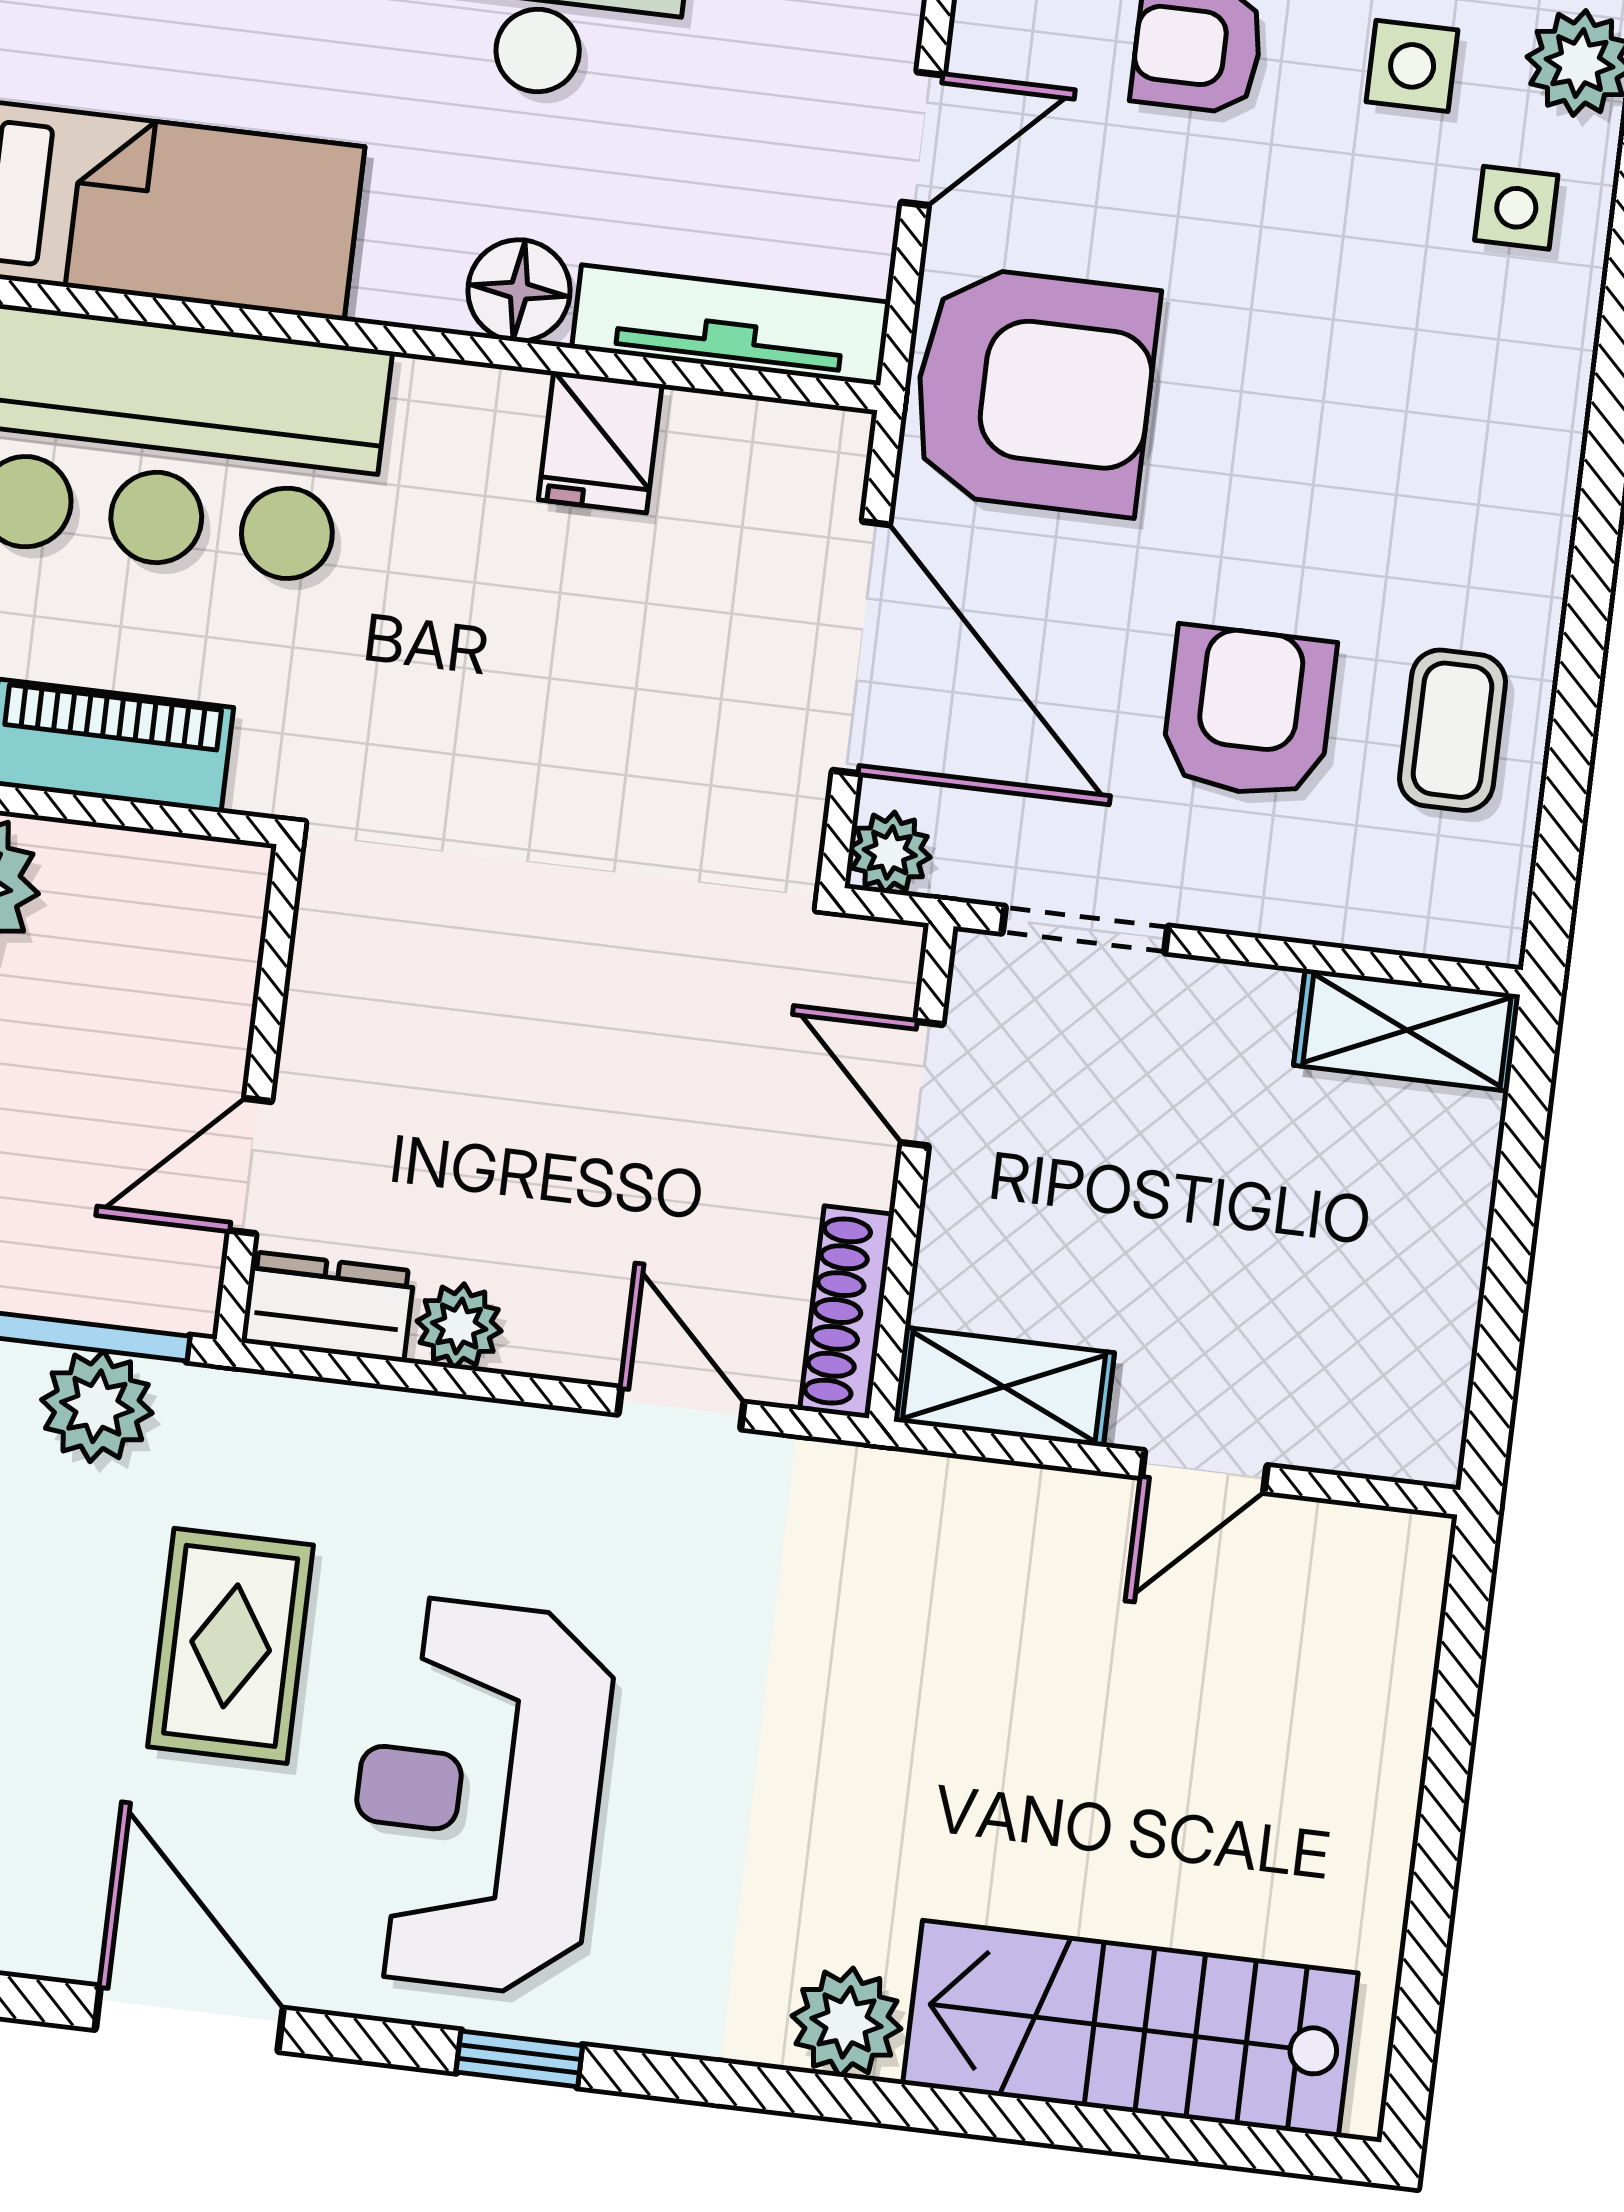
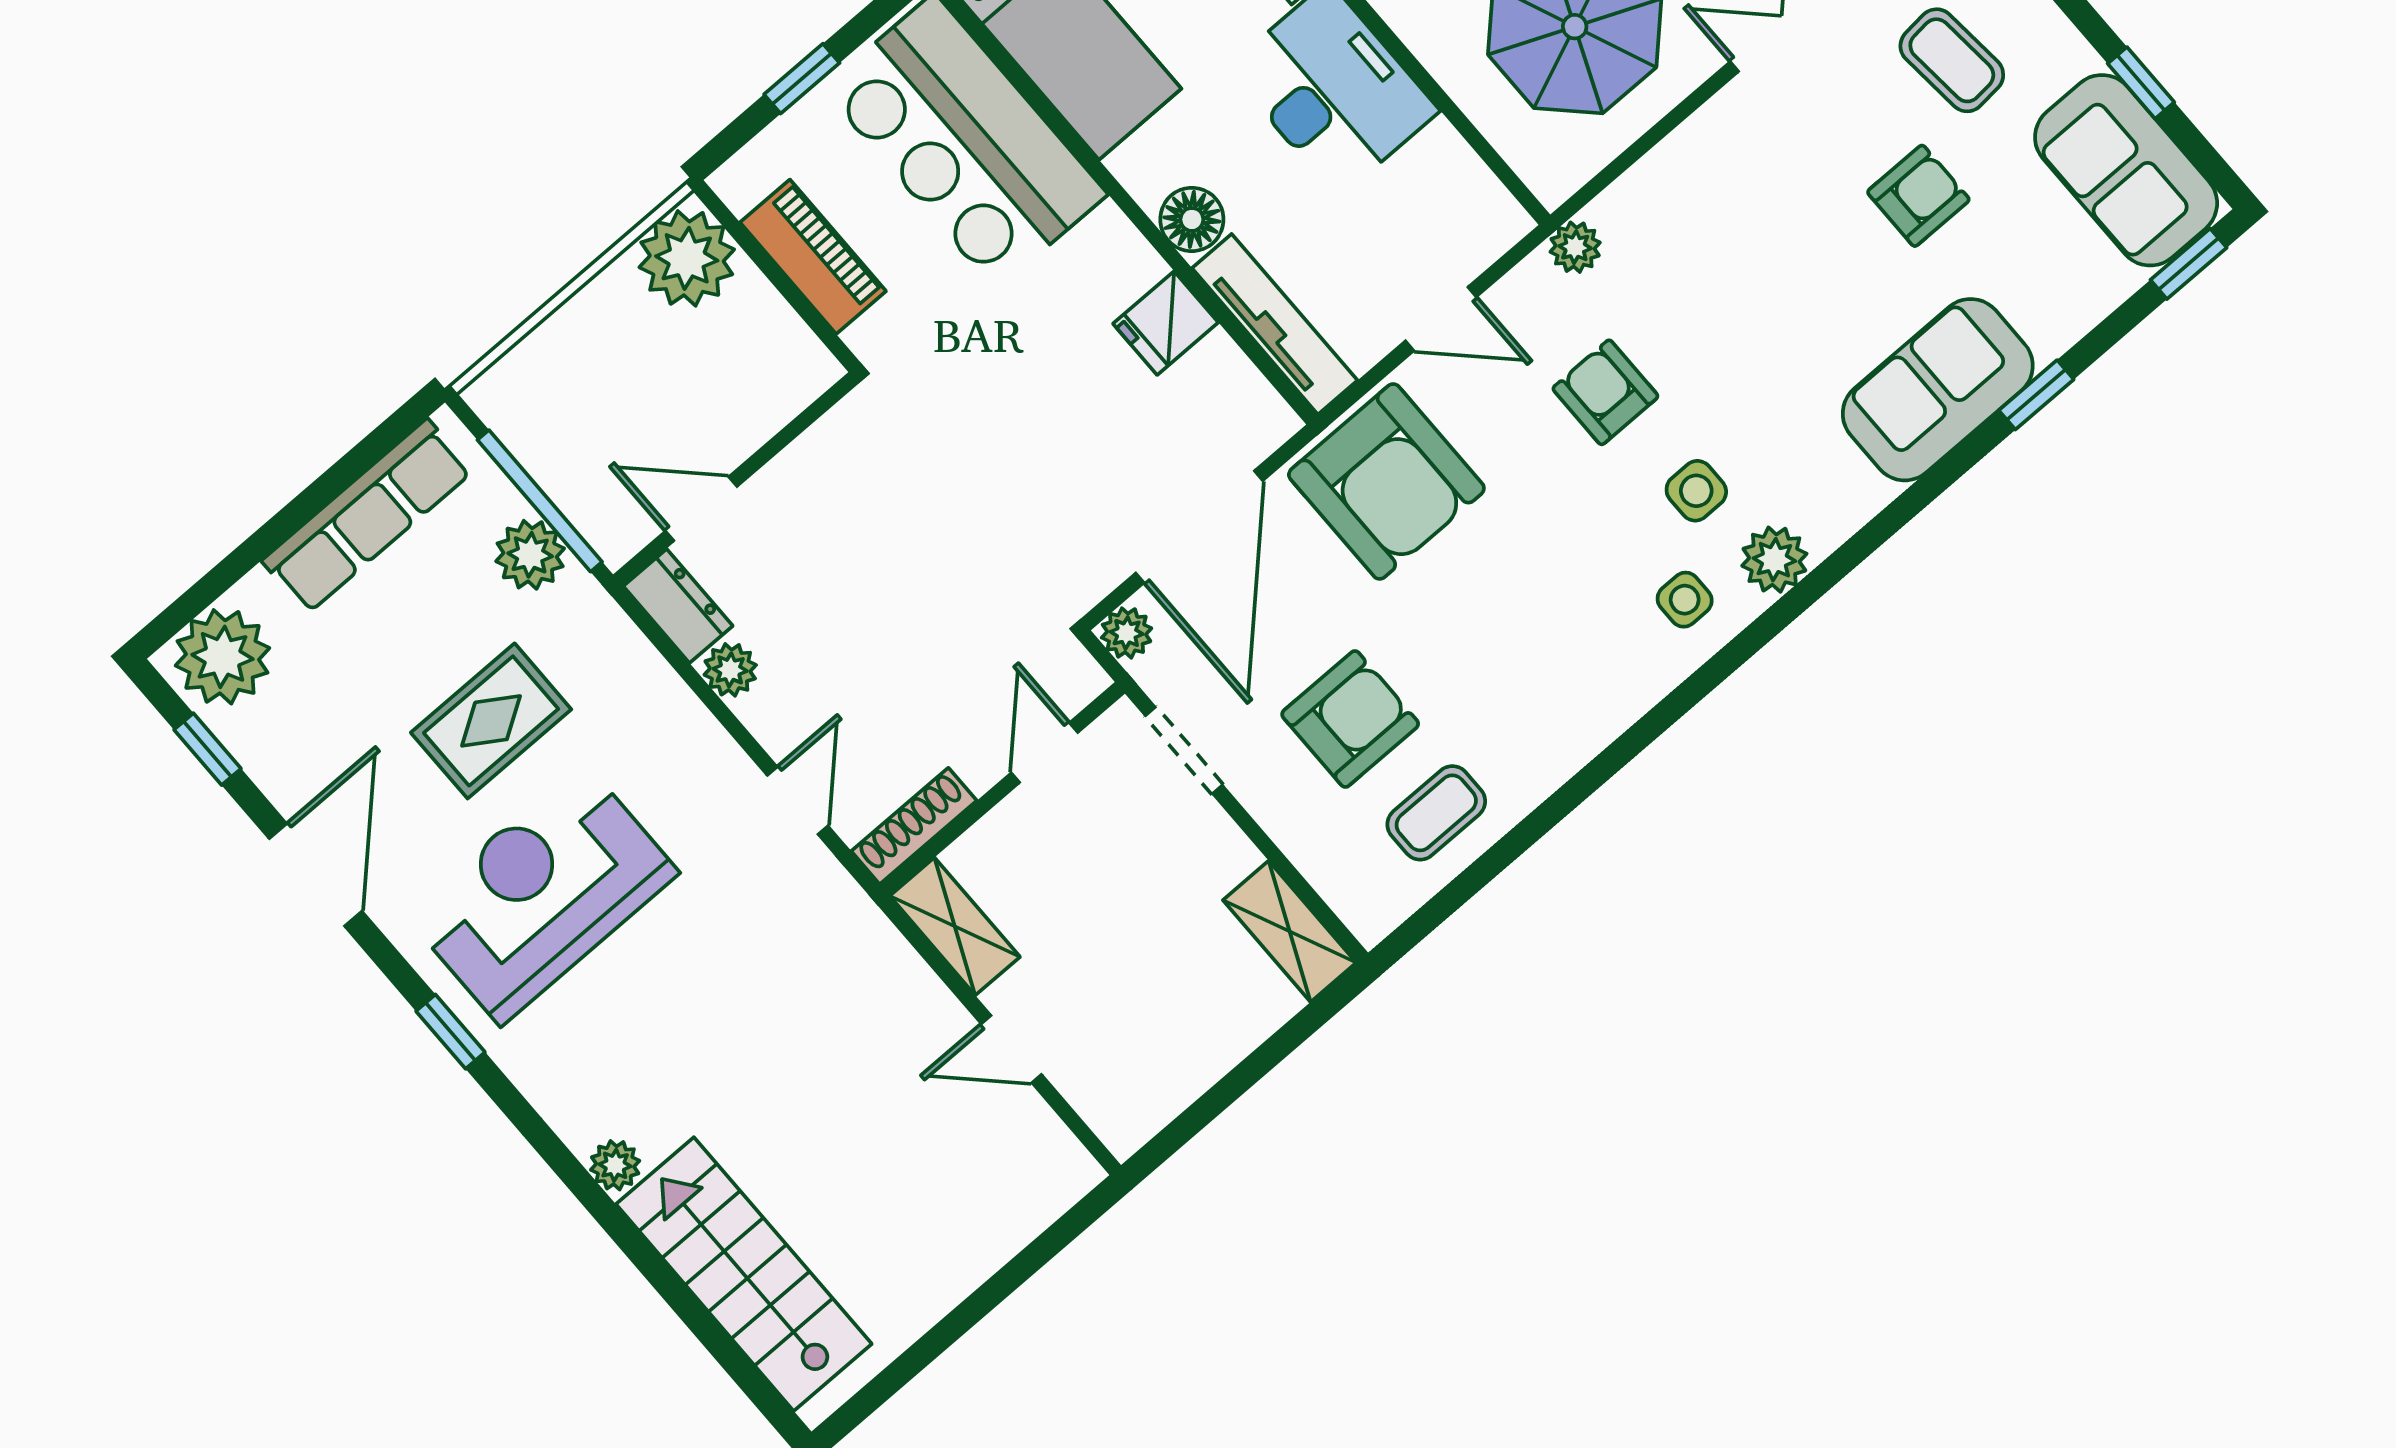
plant: (847, 2022) -> (615, 1165), width x0.73, depth x0.73

